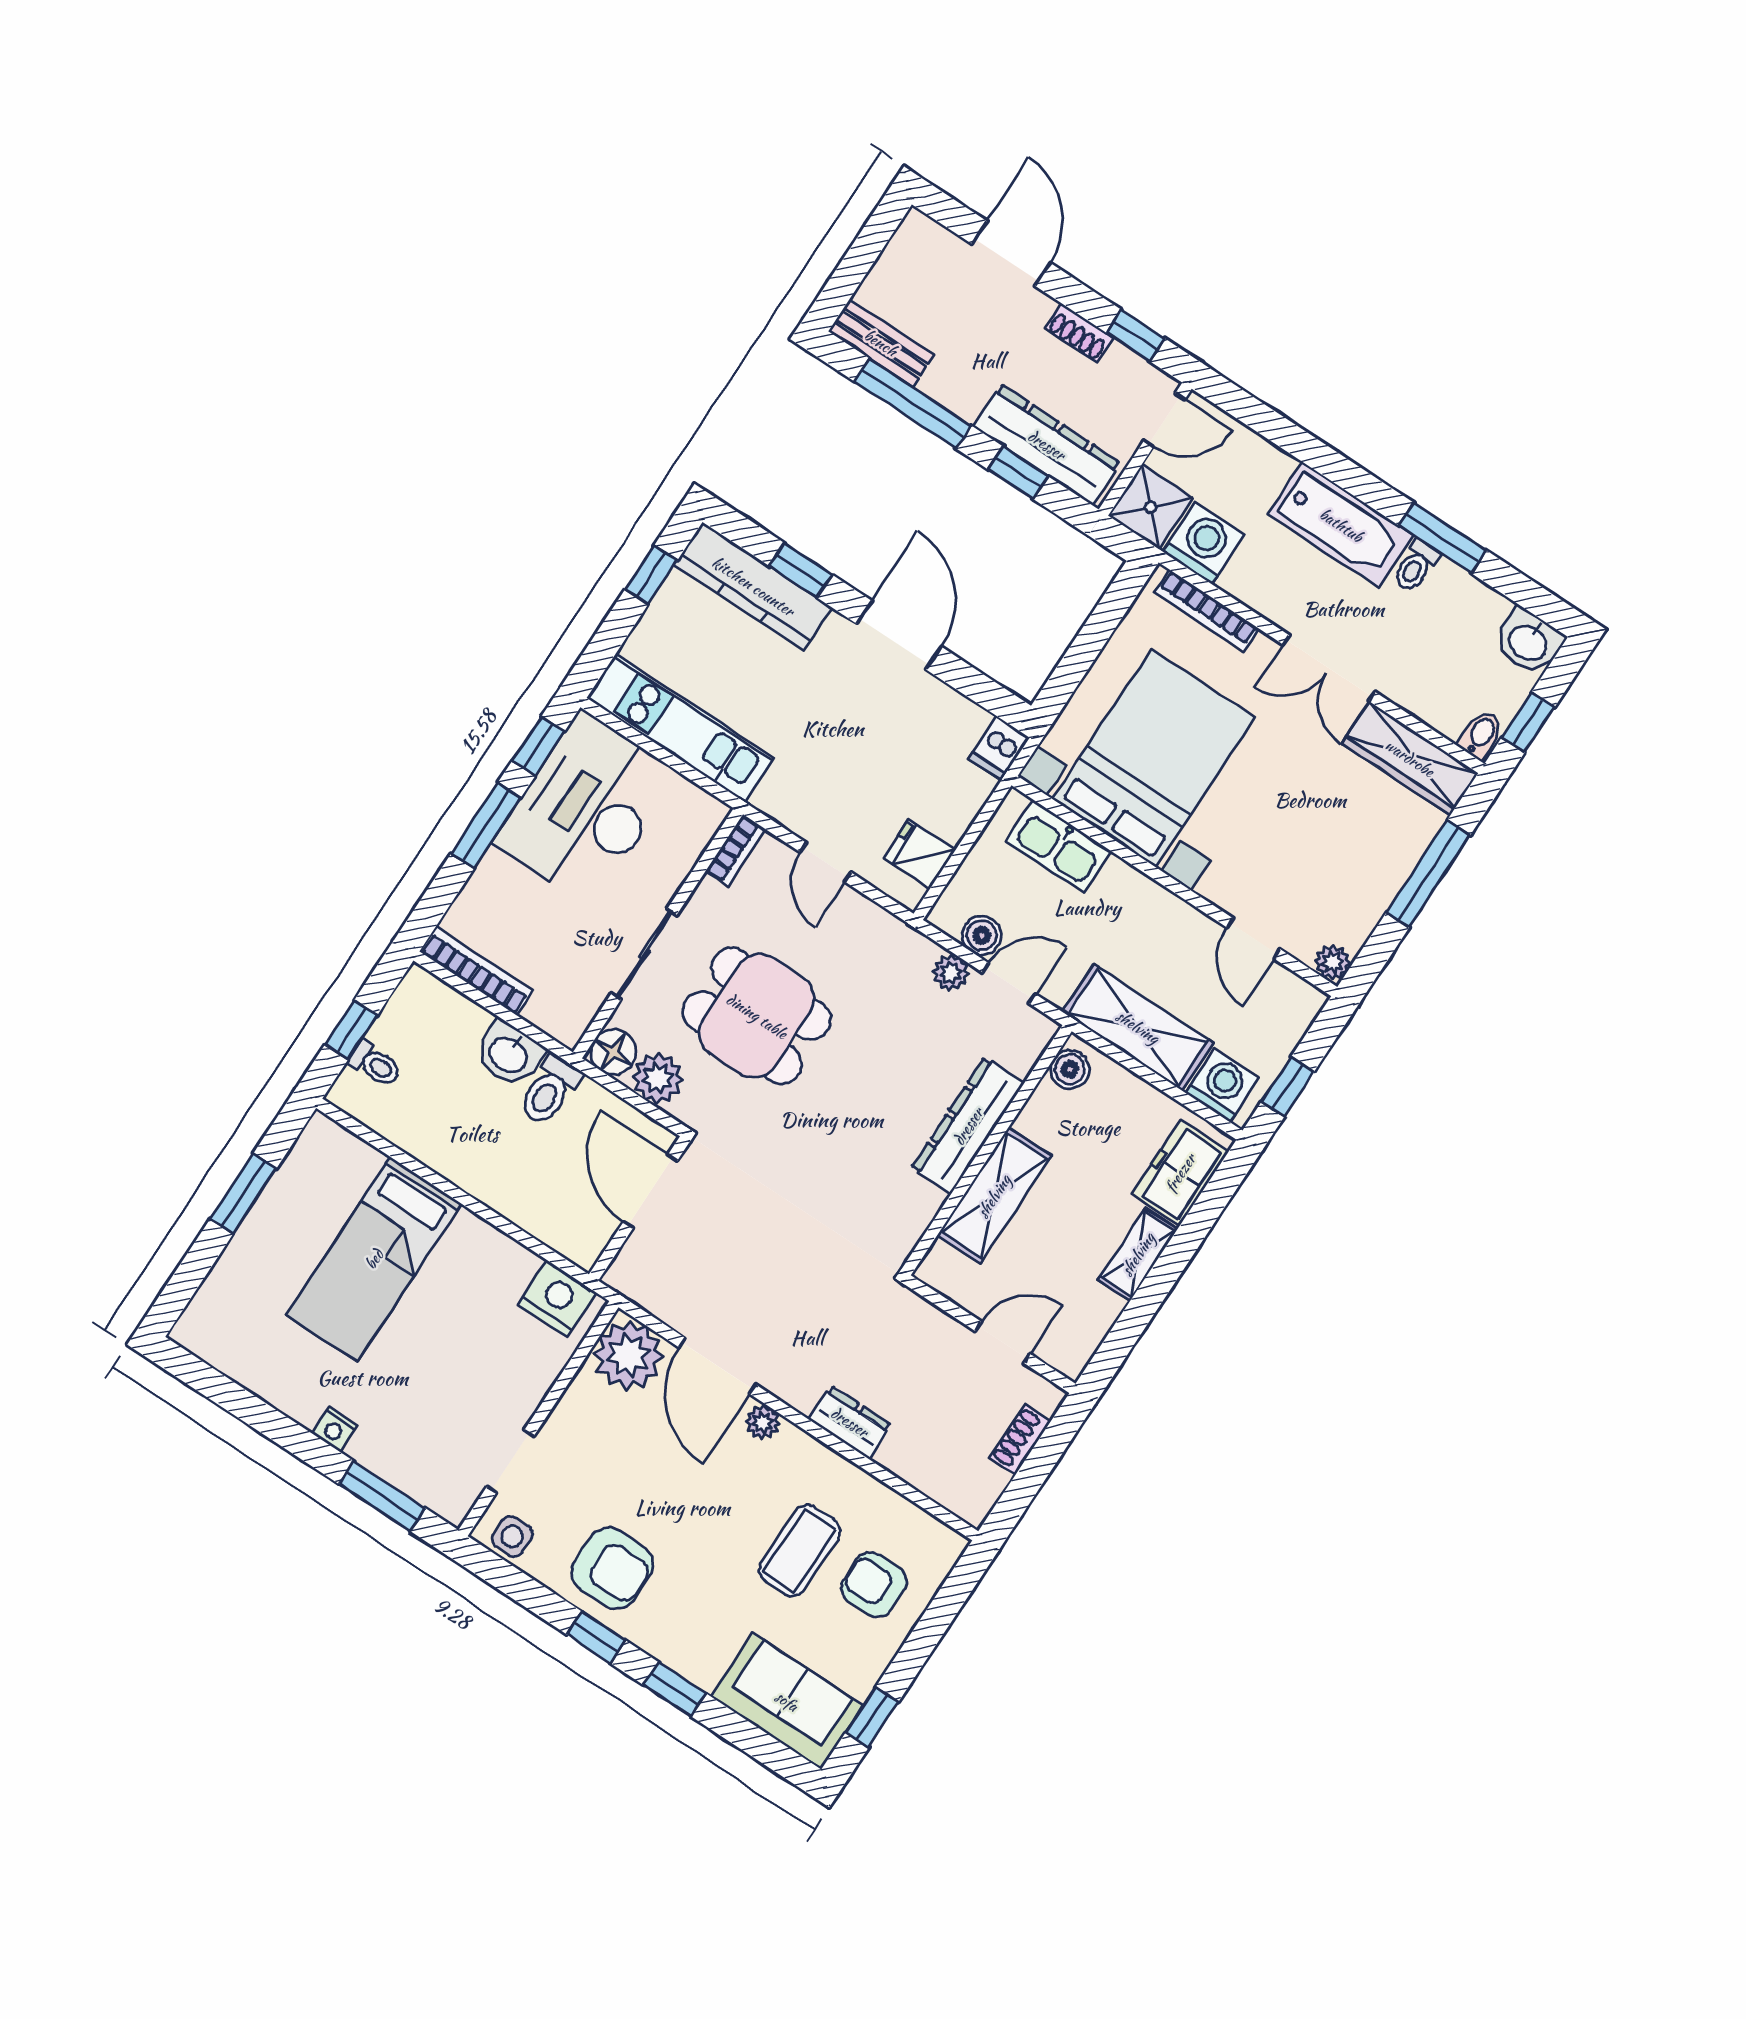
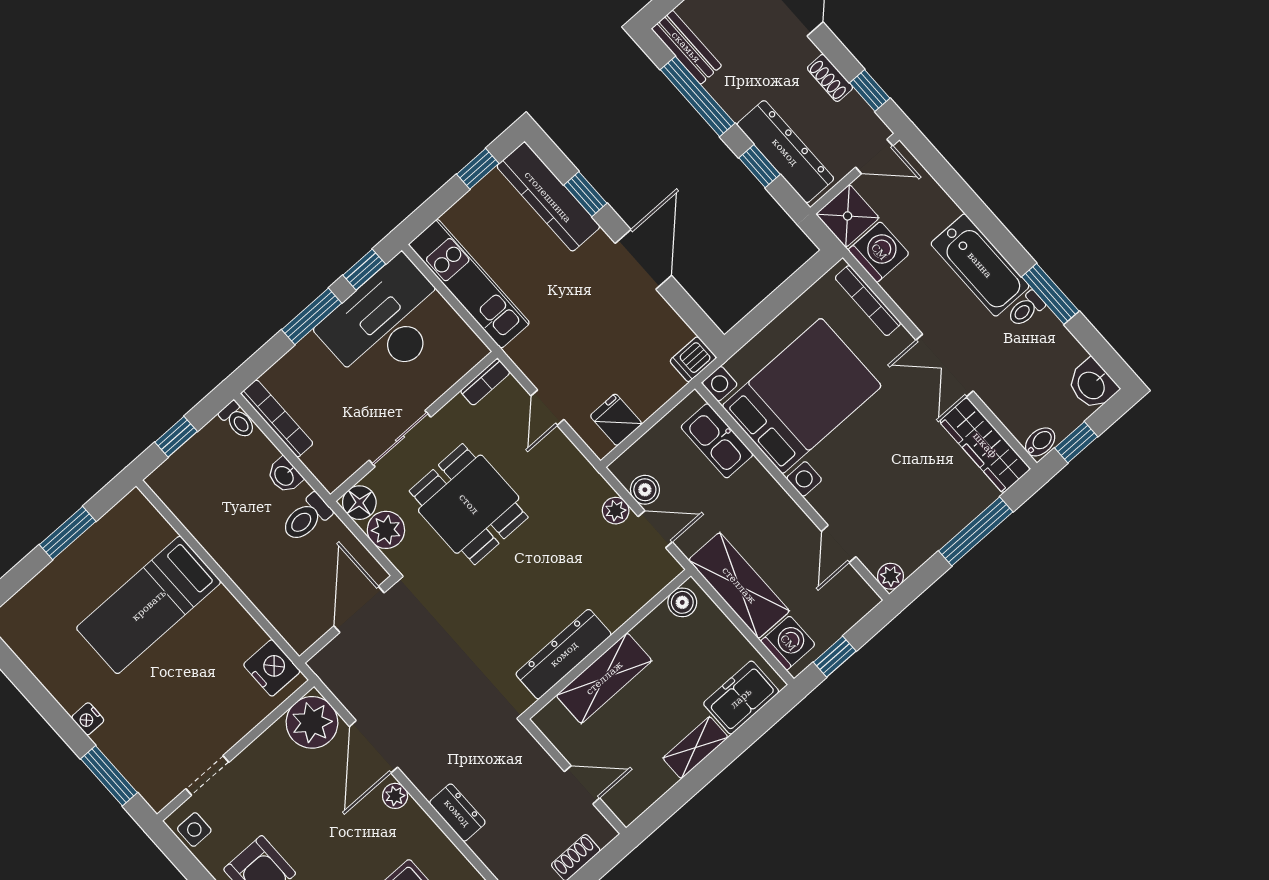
washbasin: (509, 1054) -> (285, 475), width x0.72, depth x0.69
toilet: (375, 1064) -> (238, 420), moved
dresser: (968, 1126) -> (564, 654), moved

